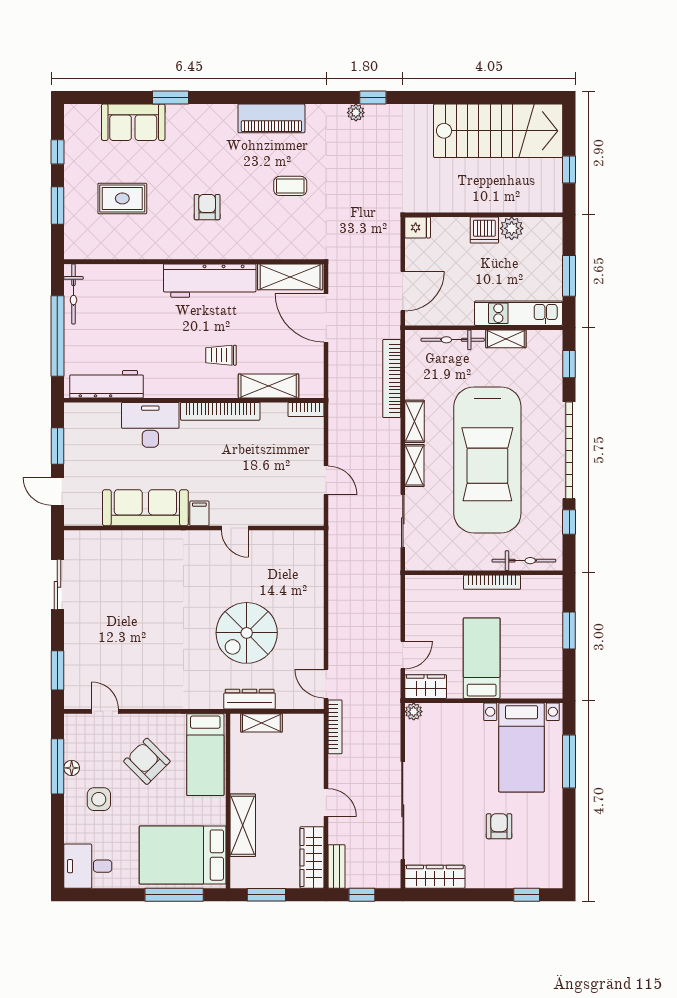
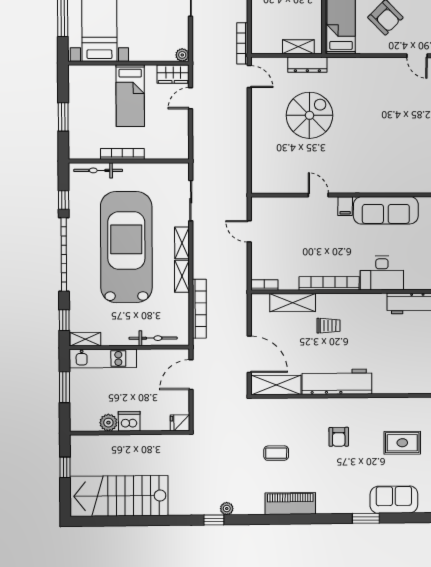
shelving: (506, 339) -> (85, 339), moved

